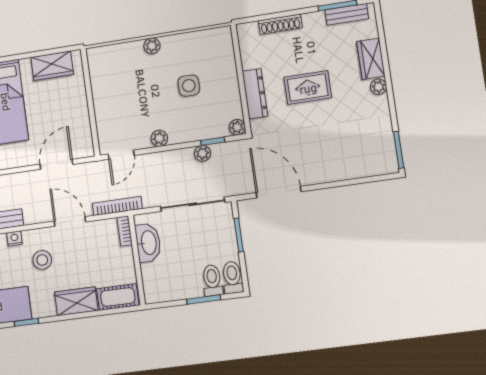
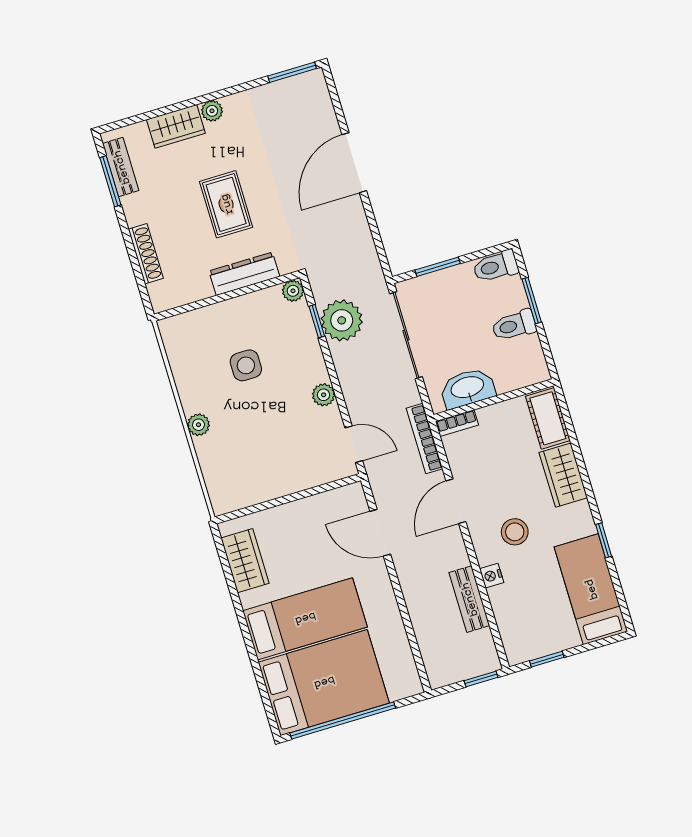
plant: (202, 153) -> (342, 320), width x1.88, depth x1.88
door: (279, 192) -> (354, 163), moved
toilet: (212, 280) -> (514, 325), moved

